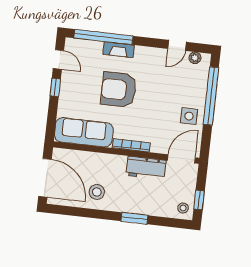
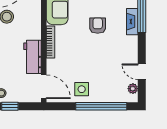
armchair: (119, 90) -> (98, 26), width x0.53, depth x0.53

